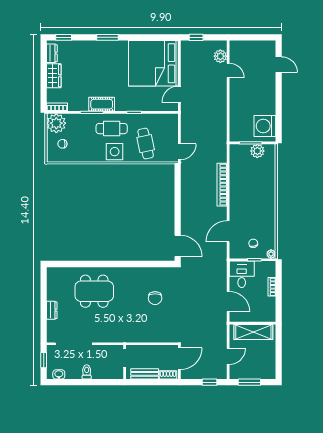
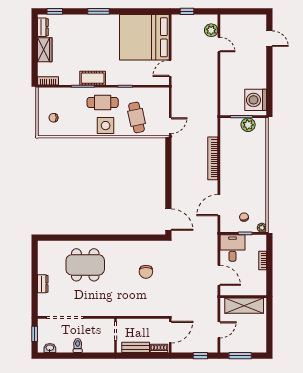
plant: (56, 123) -> (47, 97), removed

